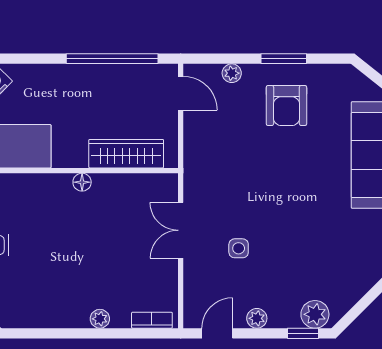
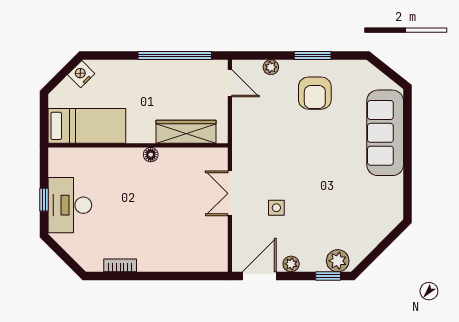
plant: (100, 319) -> (165, 264), removed
bookcase: (152, 320) -> (120, 265), moved
door: (217, 333) -> (259, 276), width x1.38

